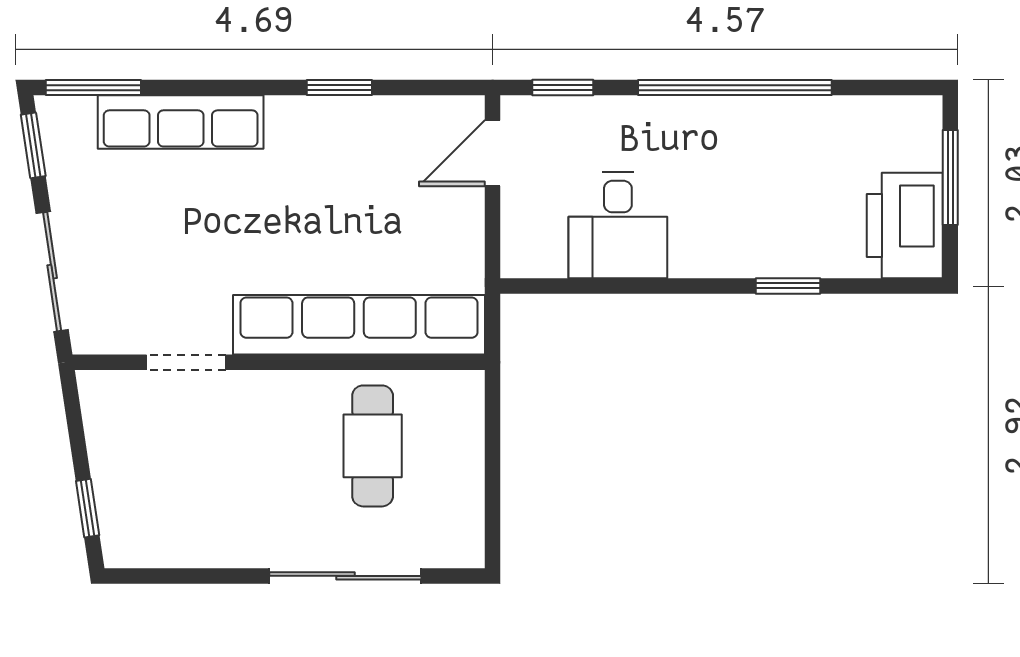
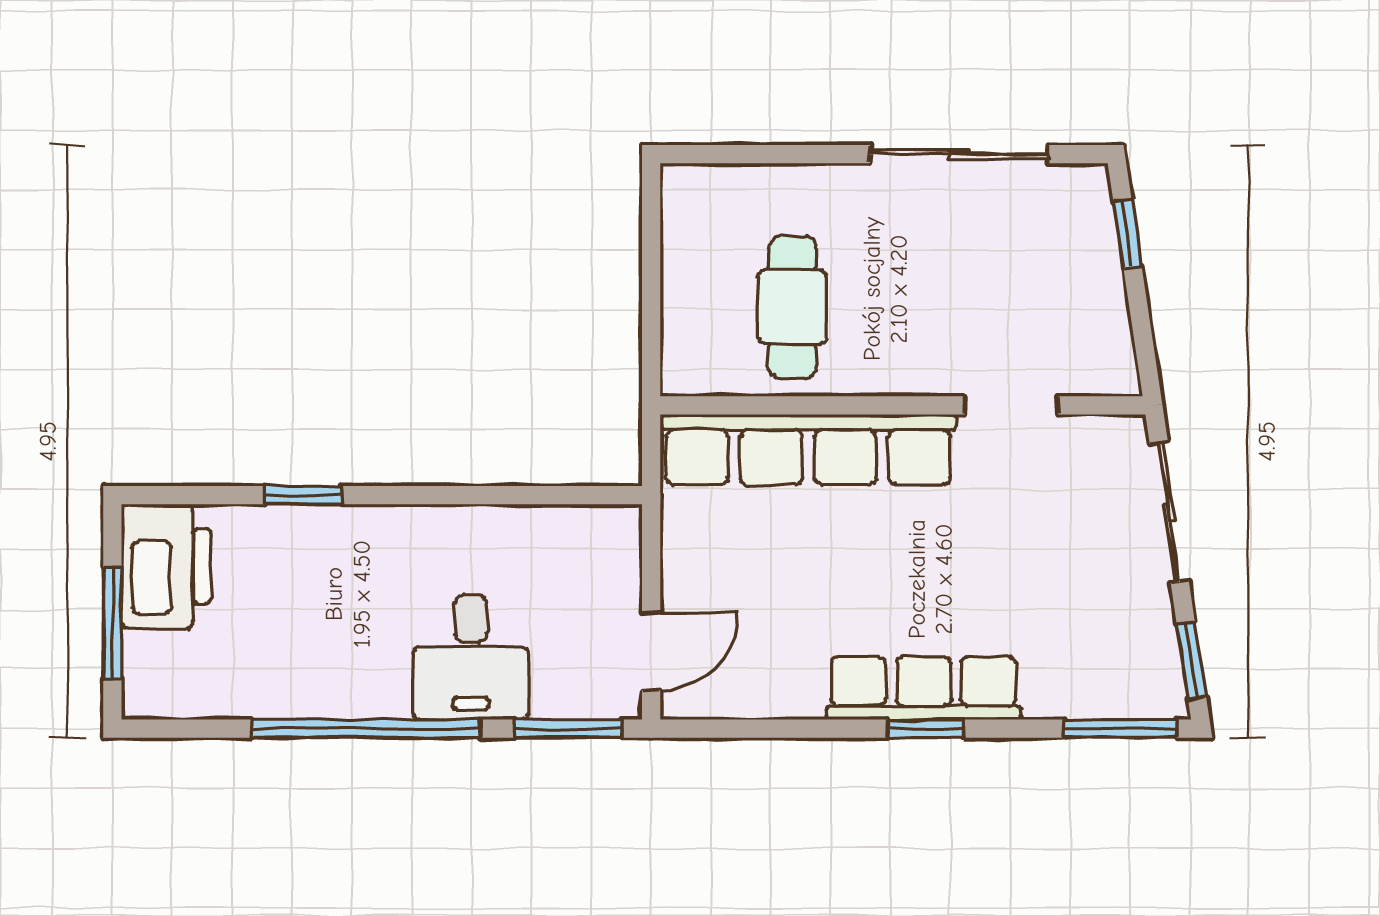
window: (339, 88) -> (925, 729), moved
window: (563, 88) -> (568, 729), width x1.50
row of seats: (181, 122) -> (924, 688), moved
desk: (618, 225) -> (471, 657), moved, turned 180
sliding door: (345, 576) -> (959, 154), moved

